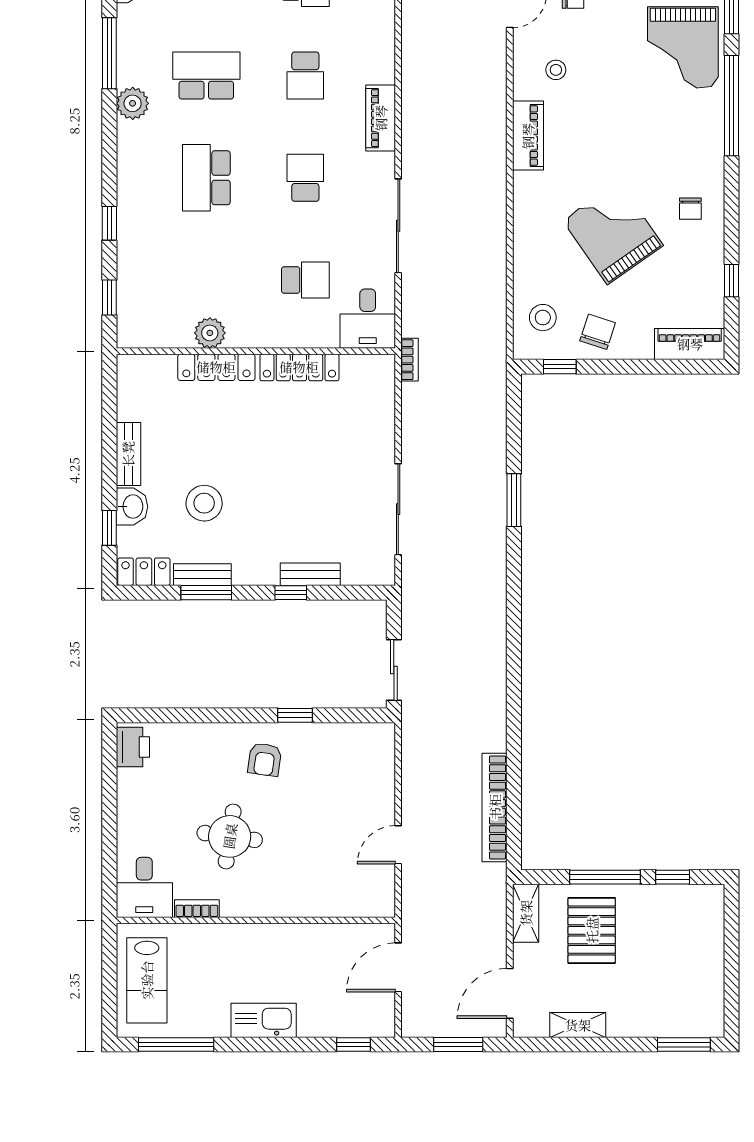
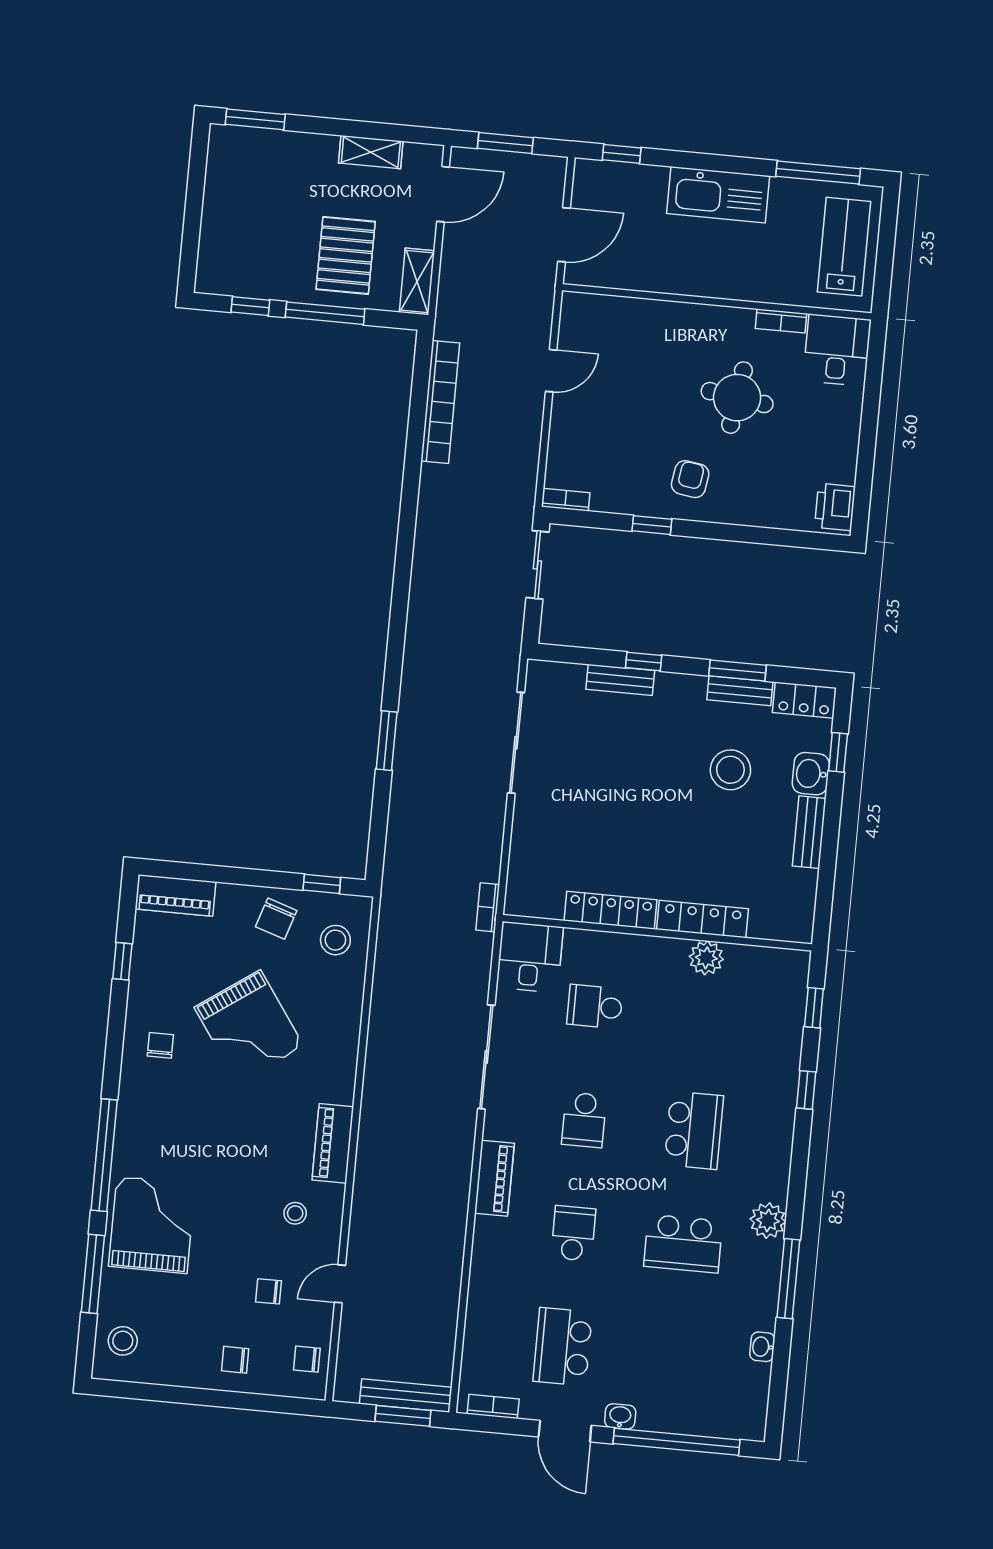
bookcase: (374, 731) -> (566, 500), added
kitchen sink: (264, 1020) -> (718, 195), width x1.36, depth x1.24

